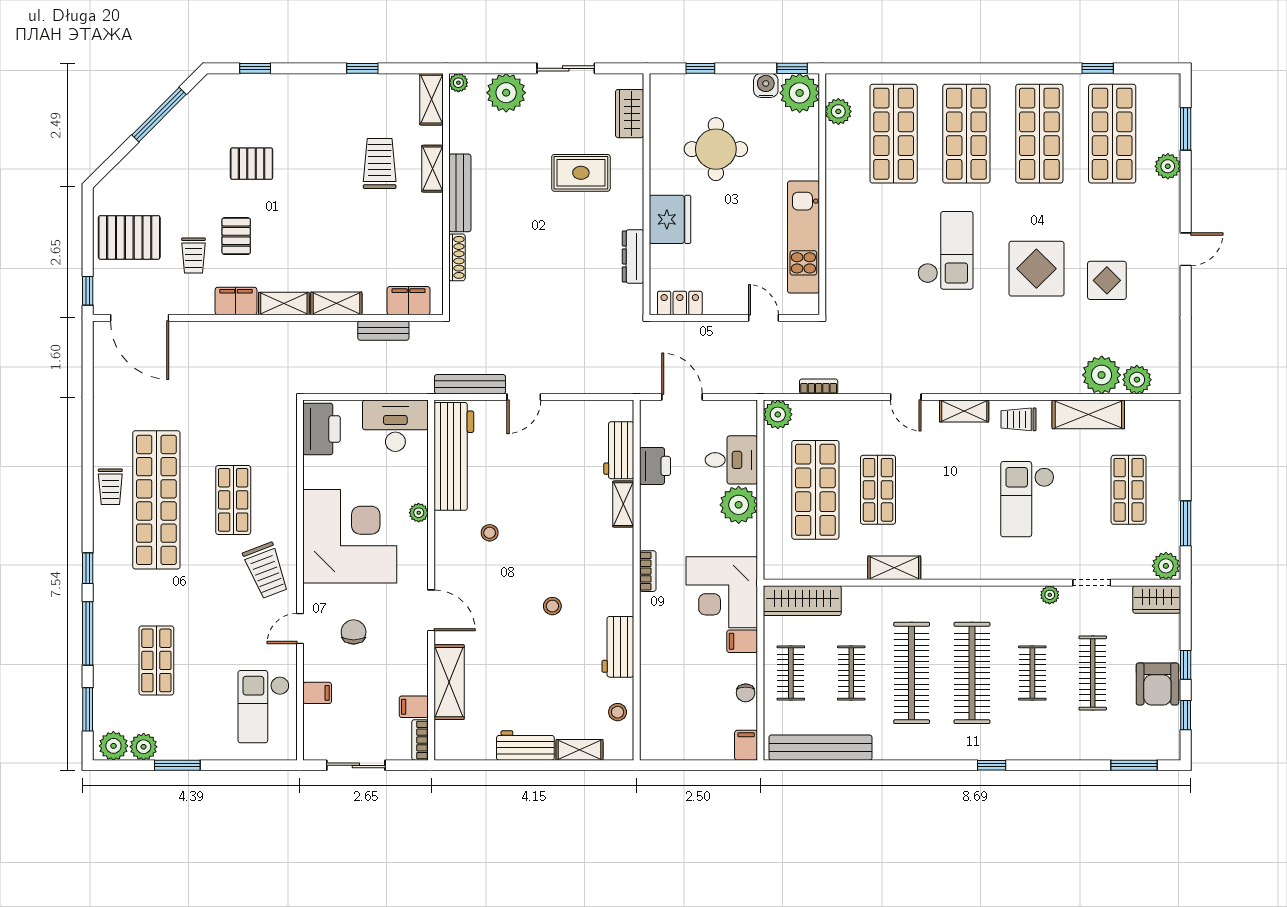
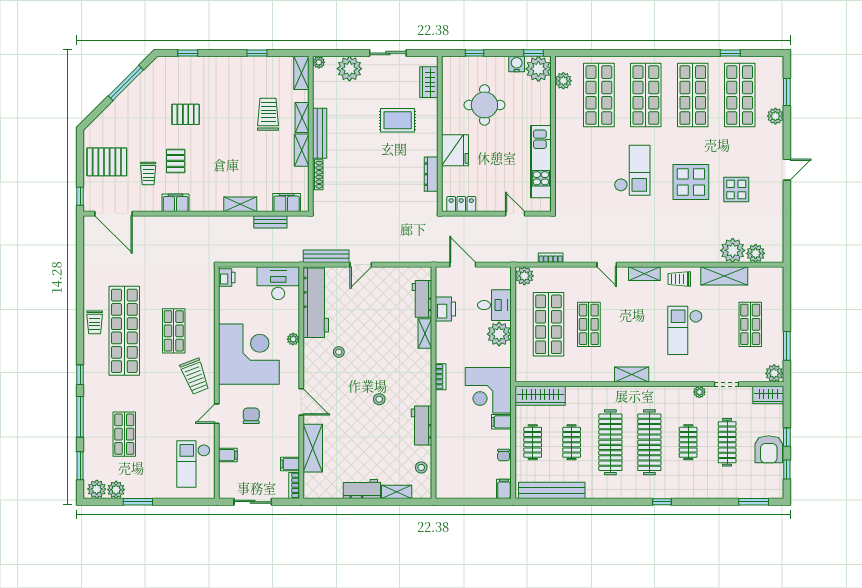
shelving: (284, 304) -> (302, 150), moved, turned 90
printer: (322, 429) -> (227, 277), width x0.53, depth x0.68
shelving: (894, 568) -> (632, 375), moved

